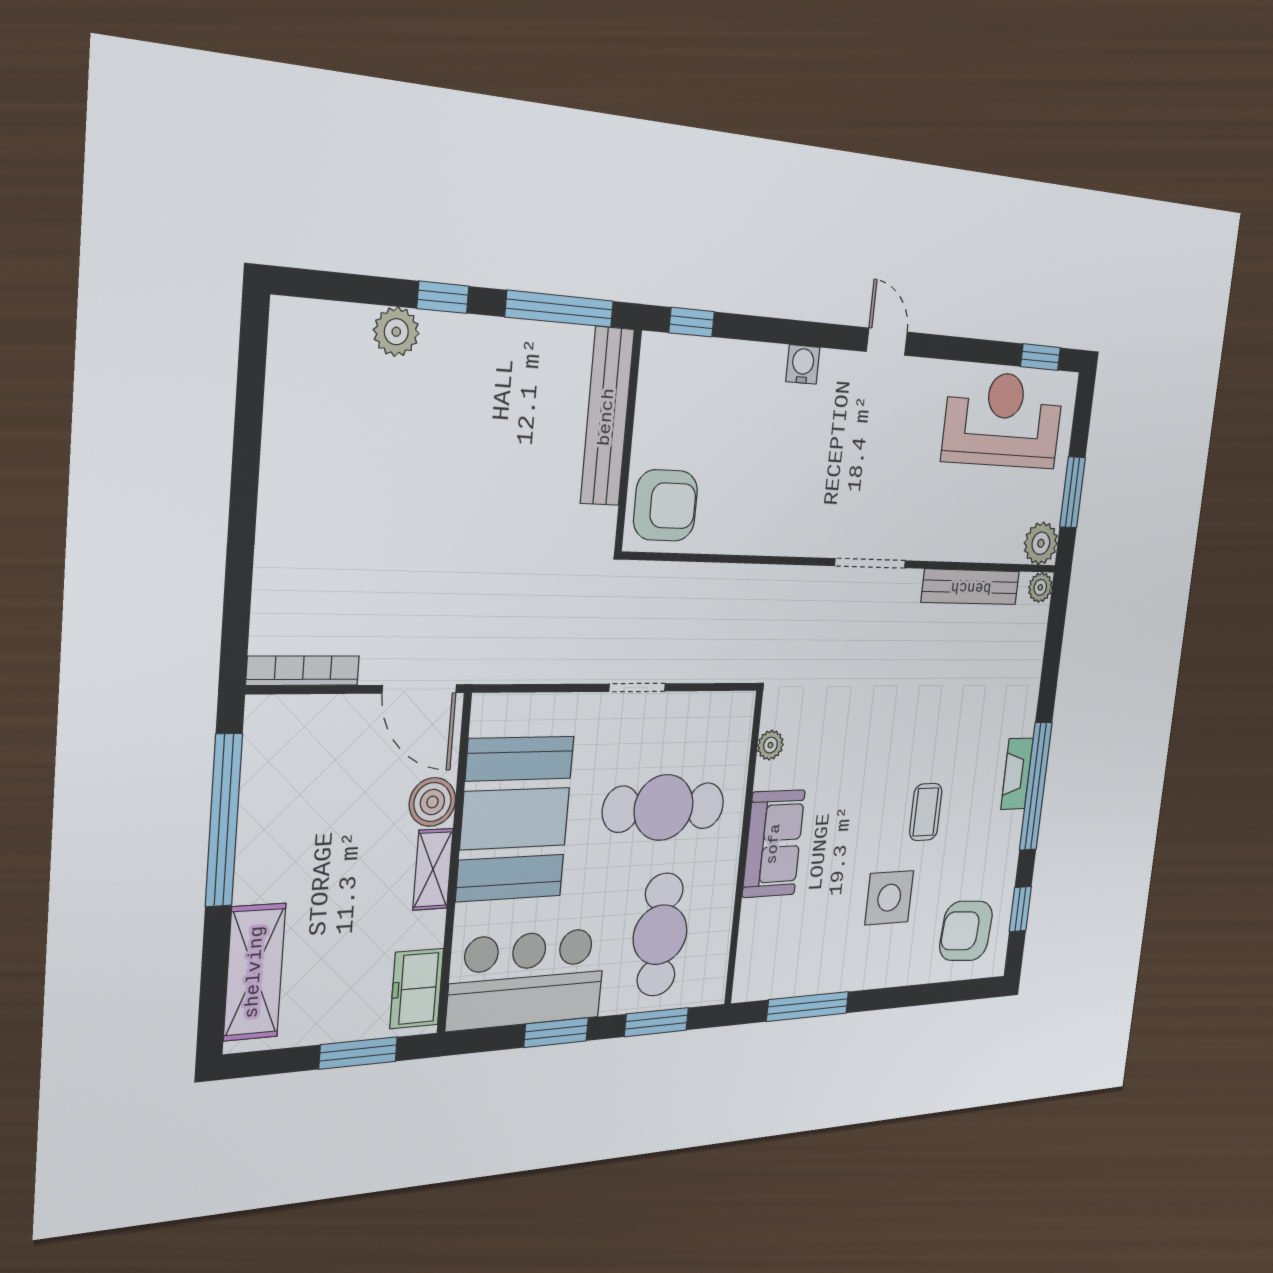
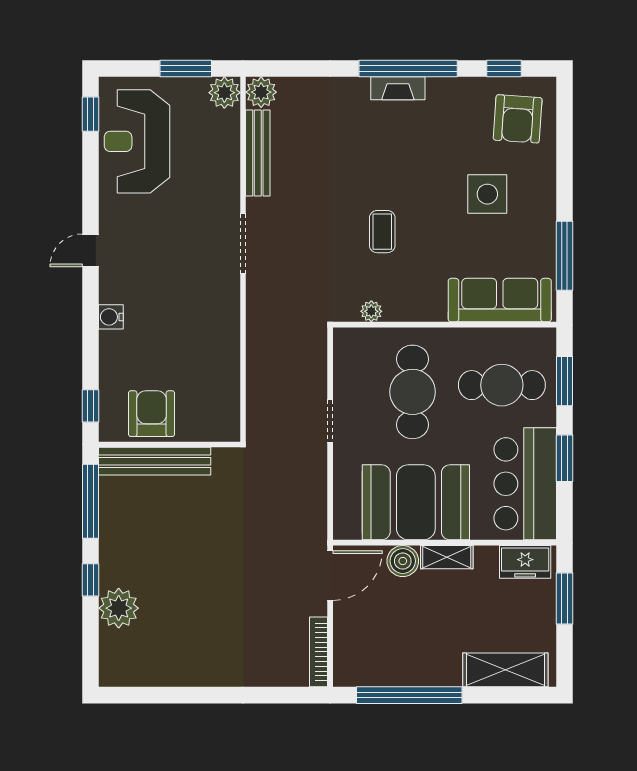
plant: (396, 332) -> (119, 608), width x1.36, depth x1.36
armchair: (666, 505) -> (152, 414), moved
plant: (1040, 587) -> (261, 92), width x1.38, depth x1.38
coffee table: (926, 812) -> (382, 232), moved, turned 90
sofa: (774, 844) -> (500, 300), moved, width x1.36

